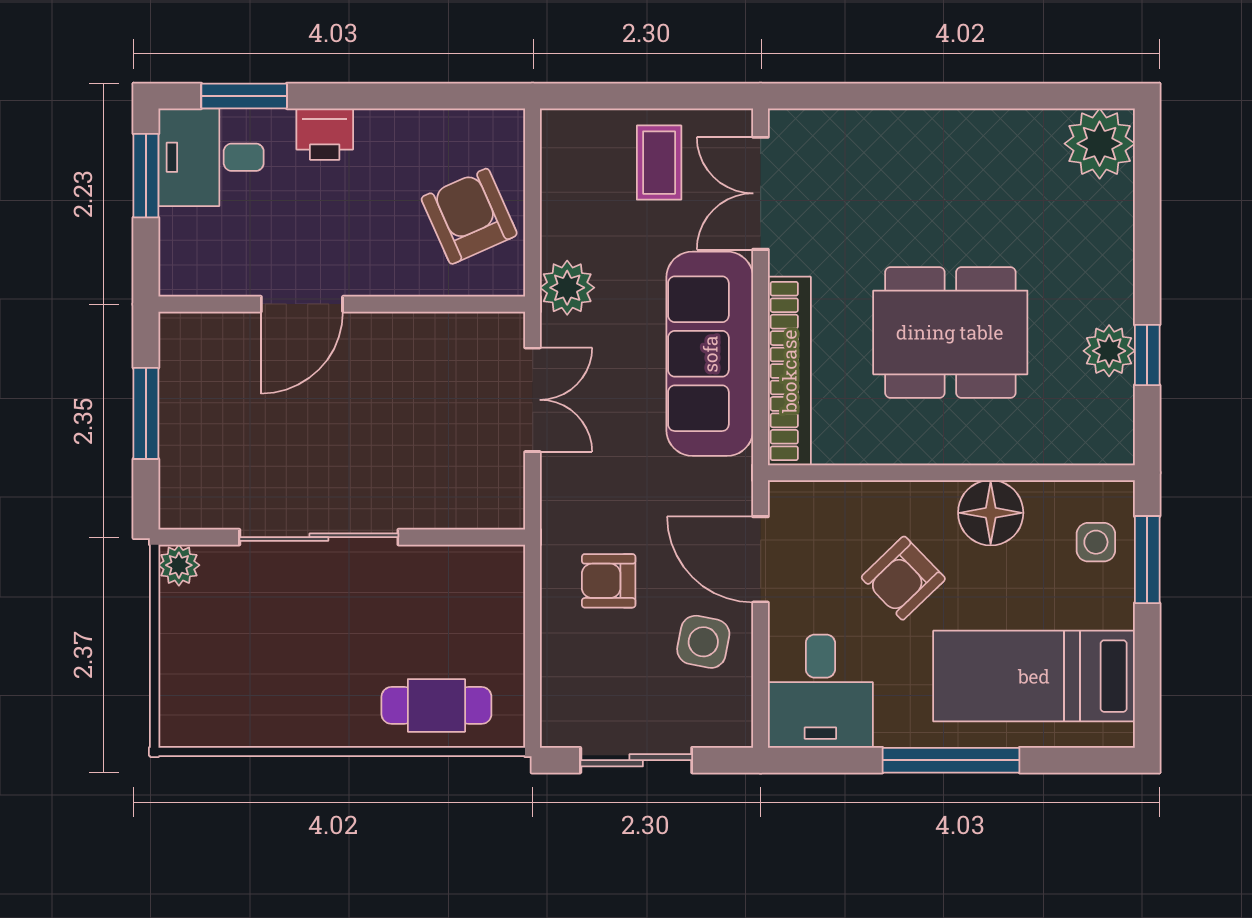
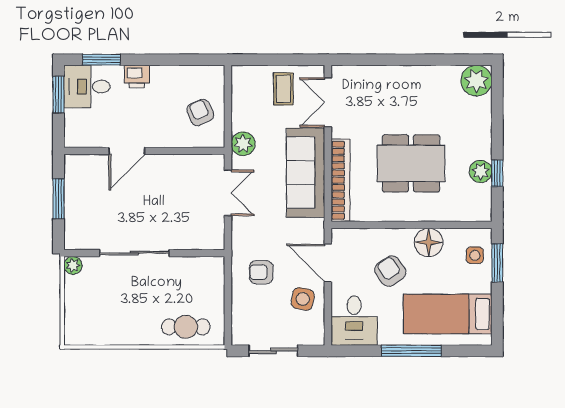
armchair: (469, 216) -> (200, 112), width x0.72, depth x0.72
armchair: (903, 578) -> (390, 271), turned 99

